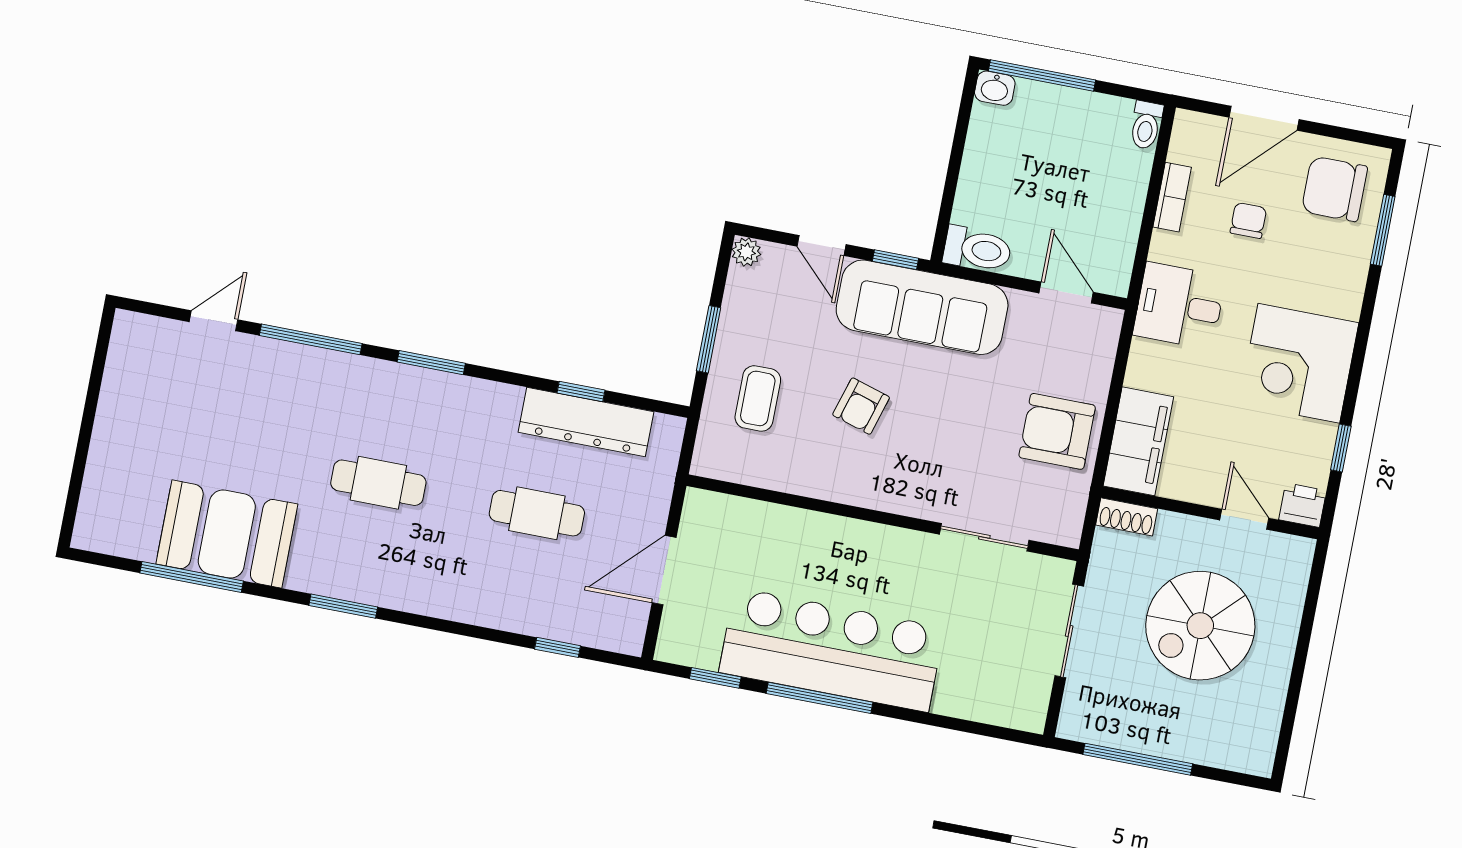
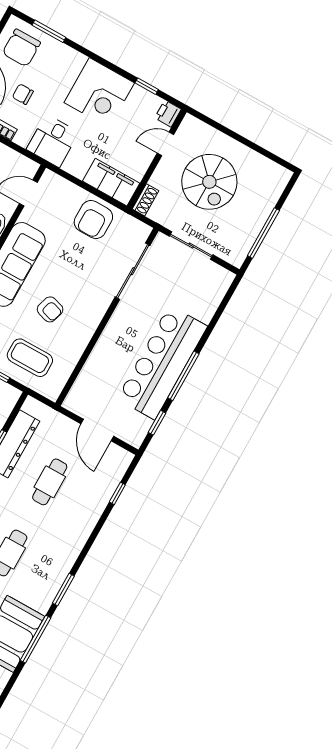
coffee table: (758, 398) -> (30, 358), width x1.36, depth x1.30
sliding door: (984, 537) -> (133, 271), width x1.37
window: (192, 577) -> (36, 639), moved

